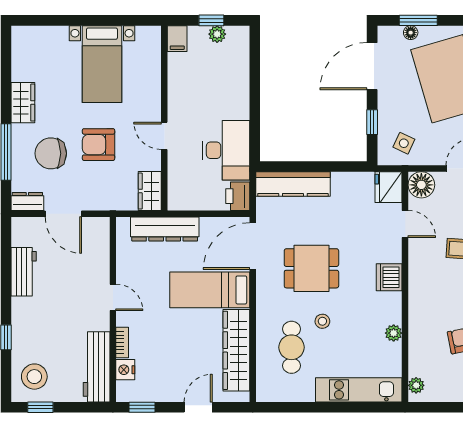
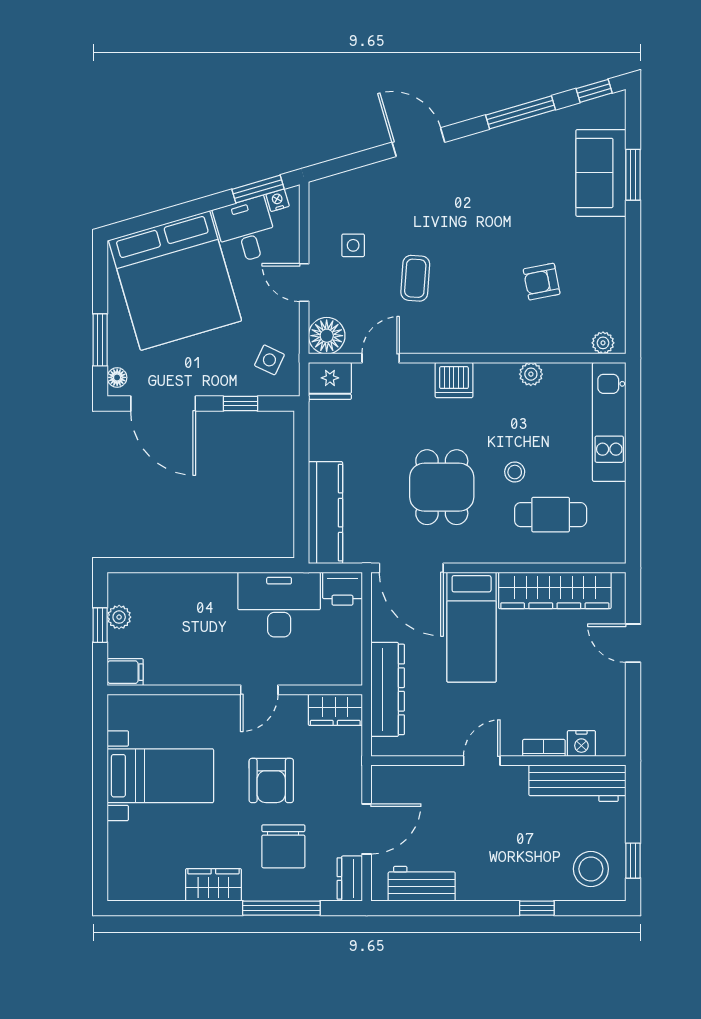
floor lamp: (411, 33) -> (117, 377), moved
workbench: (24, 272) -> (422, 884), moved
window: (142, 407) -> (633, 721), removed

